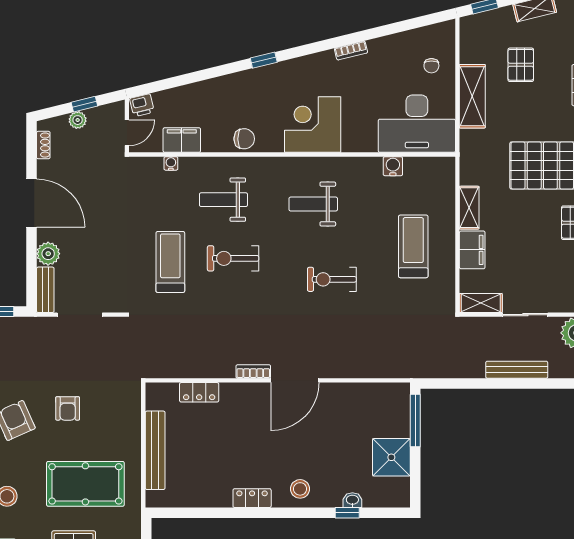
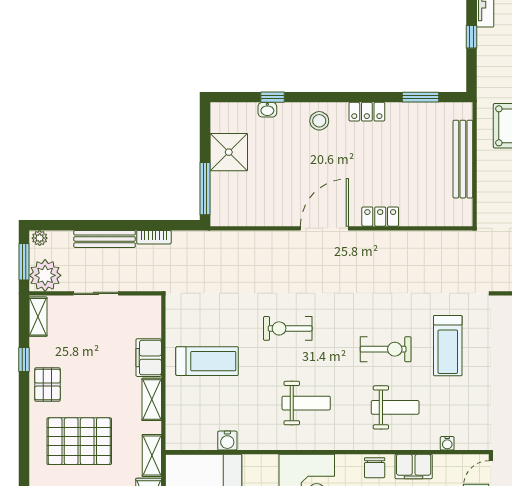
chair: (244, 139) -> (375, 468), turned -90
filing cabinet: (182, 140) -> (414, 466), moved
treadmill: (413, 246) -> (207, 361), turned -90
exercise bike: (332, 279) -> (288, 328), turned 180
shelving: (481, 303) -> (152, 456), moved, turned 90
bookcase: (253, 371) -> (154, 237), moved
locker: (199, 392) -> (380, 217), moved
window: (198, 513) -> (420, 97), added

